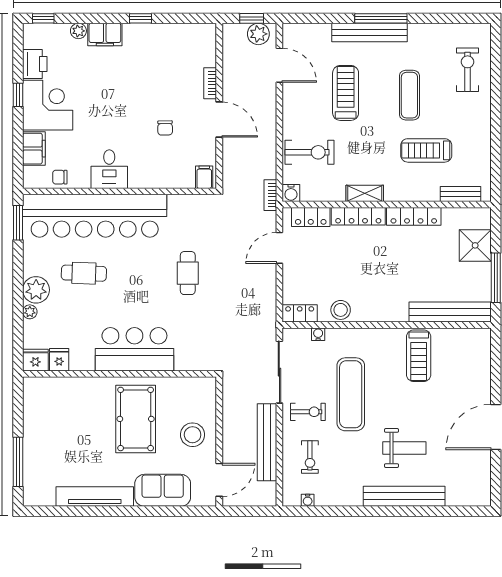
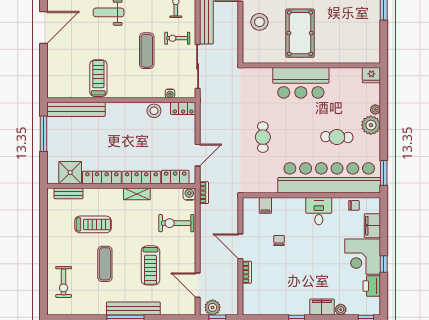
filing cabinet: (204, 177) -> (265, 205), moved
shower: (475, 245) -> (70, 173), moved
fridge: (59, 360) -> (354, 75), removed
exercise mat: (351, 394) -> (147, 51), width x0.73, depth x0.69

